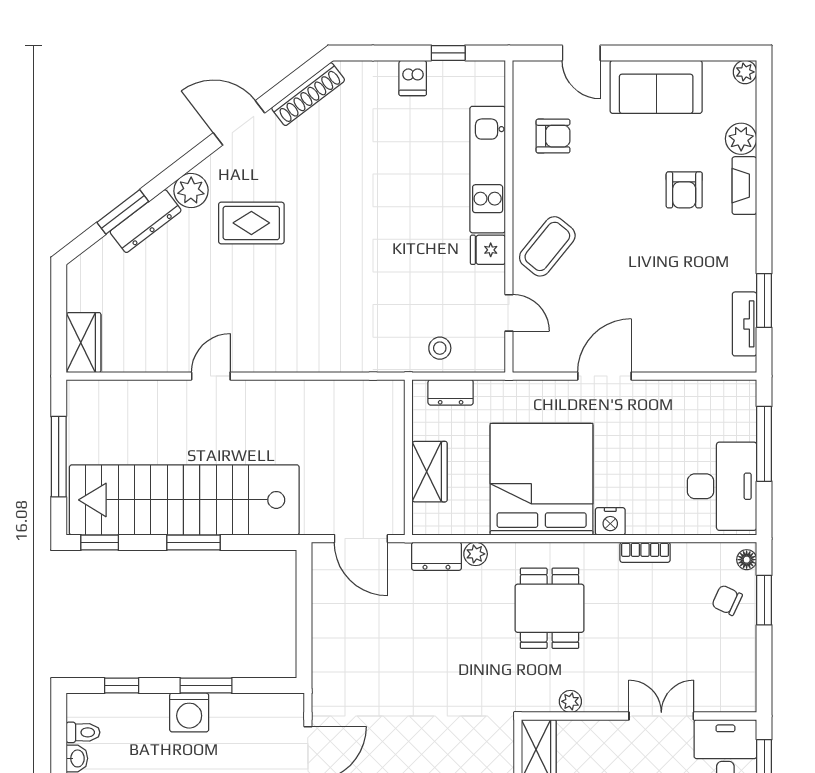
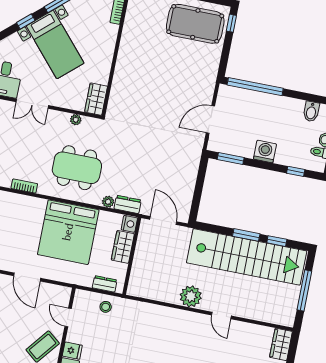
door: (211, 376) -> (221, 315), hinge flipped
door: (604, 376) -> (27, 277), hinge flipped
plant: (278, 401) -> (191, 296), added
nightstand: (610, 521) -> (129, 224), moved, turned 90
window: (100, 542) -> (277, 241), moved
dining table: (550, 608) -> (77, 168), width x1.38
window: (206, 686) -> (231, 158), moved

